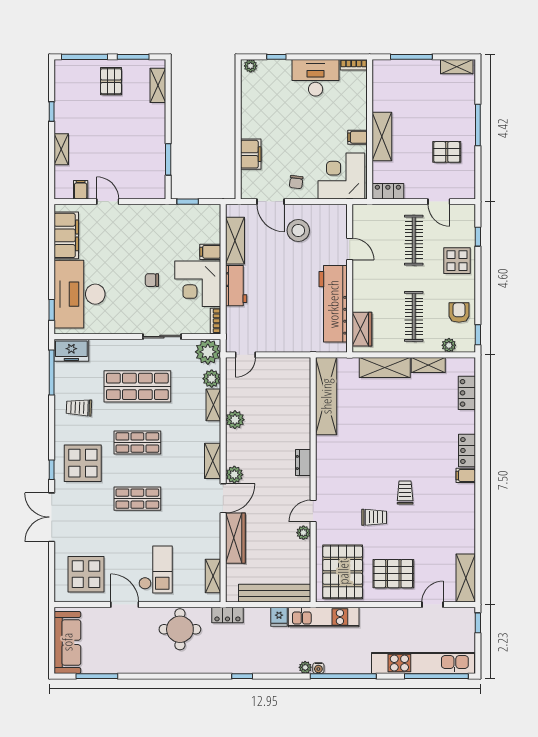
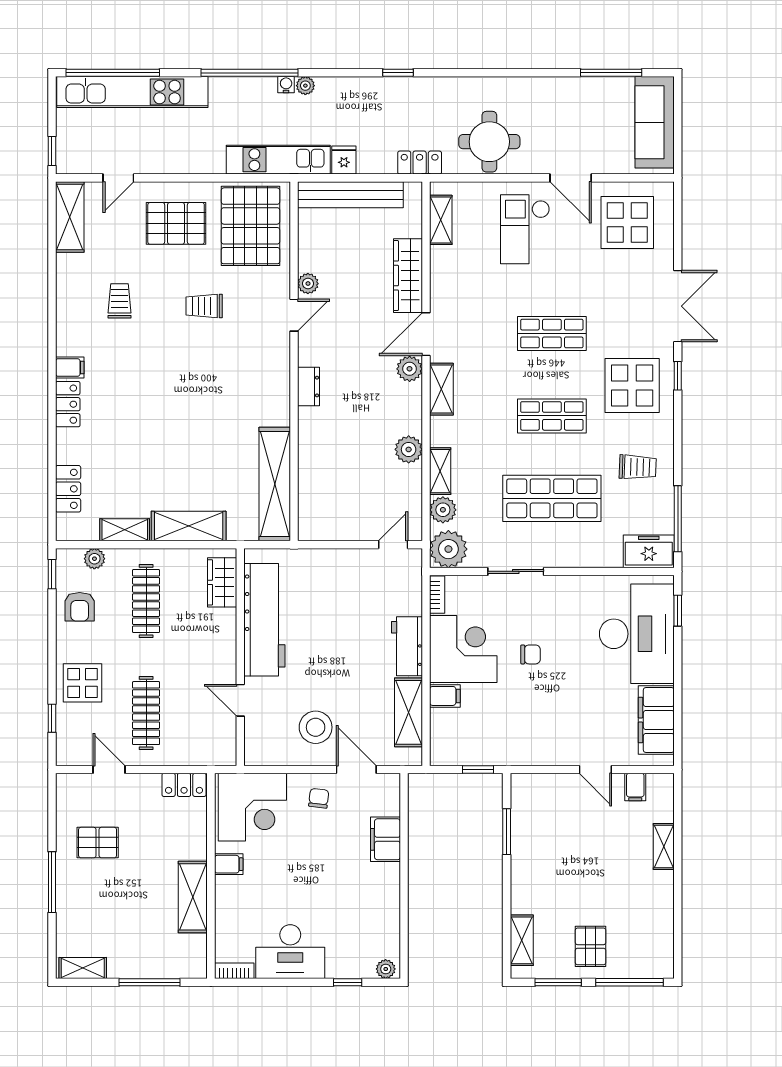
window: (52, 111) -> (678, 902), removed
shelving: (382, 136) -> (193, 897), moved
trolley: (405, 493) -> (119, 301), moved, turned 180

